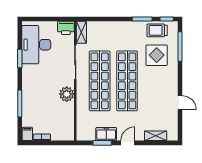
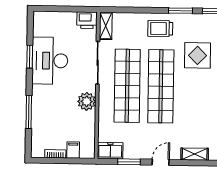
trolley: (157, 30) -> (160, 29), moved
desk: (36, 45) -> (50, 61), moved
filing cabinet: (27, 134) -> (73, 150), moved
freezer: (106, 134) -> (110, 151), moved

